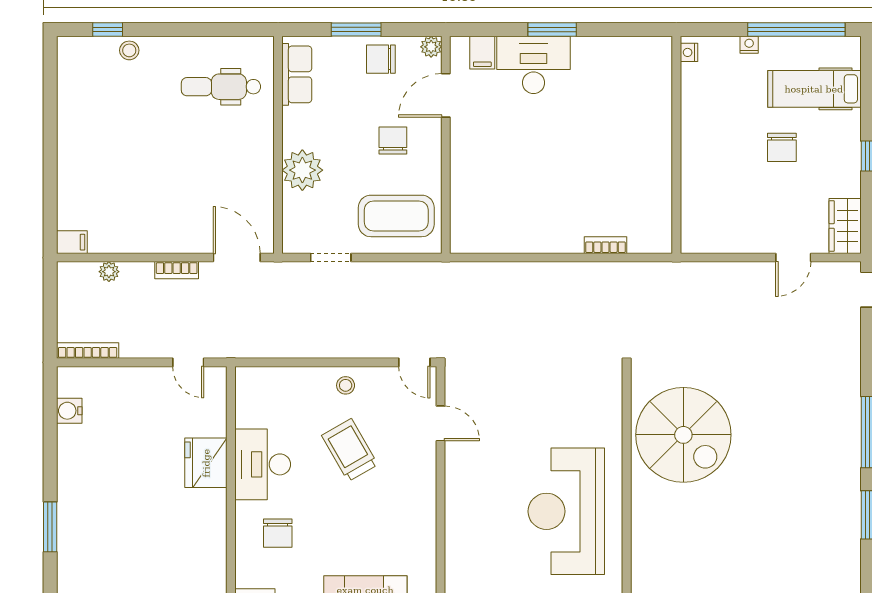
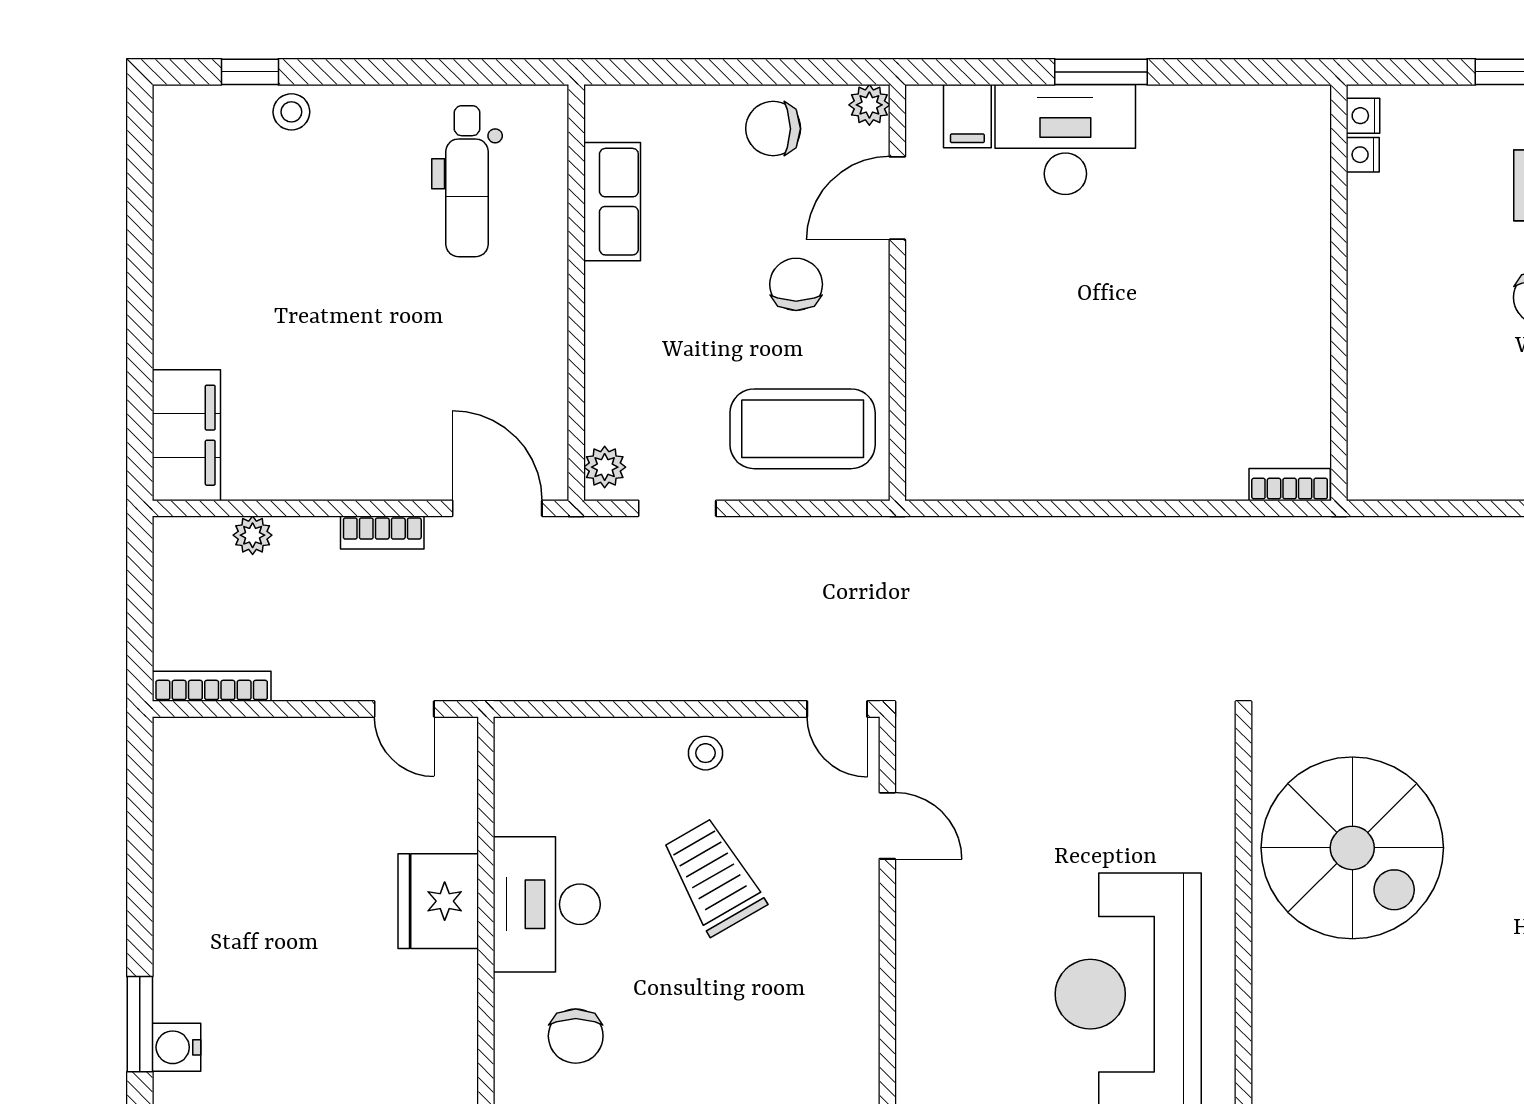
window: (356, 30) -> (726, 72), removed
nightstand: (749, 45) -> (1363, 155), moved, turned -90
row of seats: (297, 74) -> (612, 202), moved
dental chair: (221, 87) -> (467, 181), turned -90
plant: (302, 170) -> (605, 467), moved, width x0.53, depth x0.53
filing cabinet: (72, 242) -> (186, 435), width x3.00, depth x1.17
bookcase: (605, 245) -> (1290, 485), moved
water cooler: (69, 411) -> (177, 1047), moved

